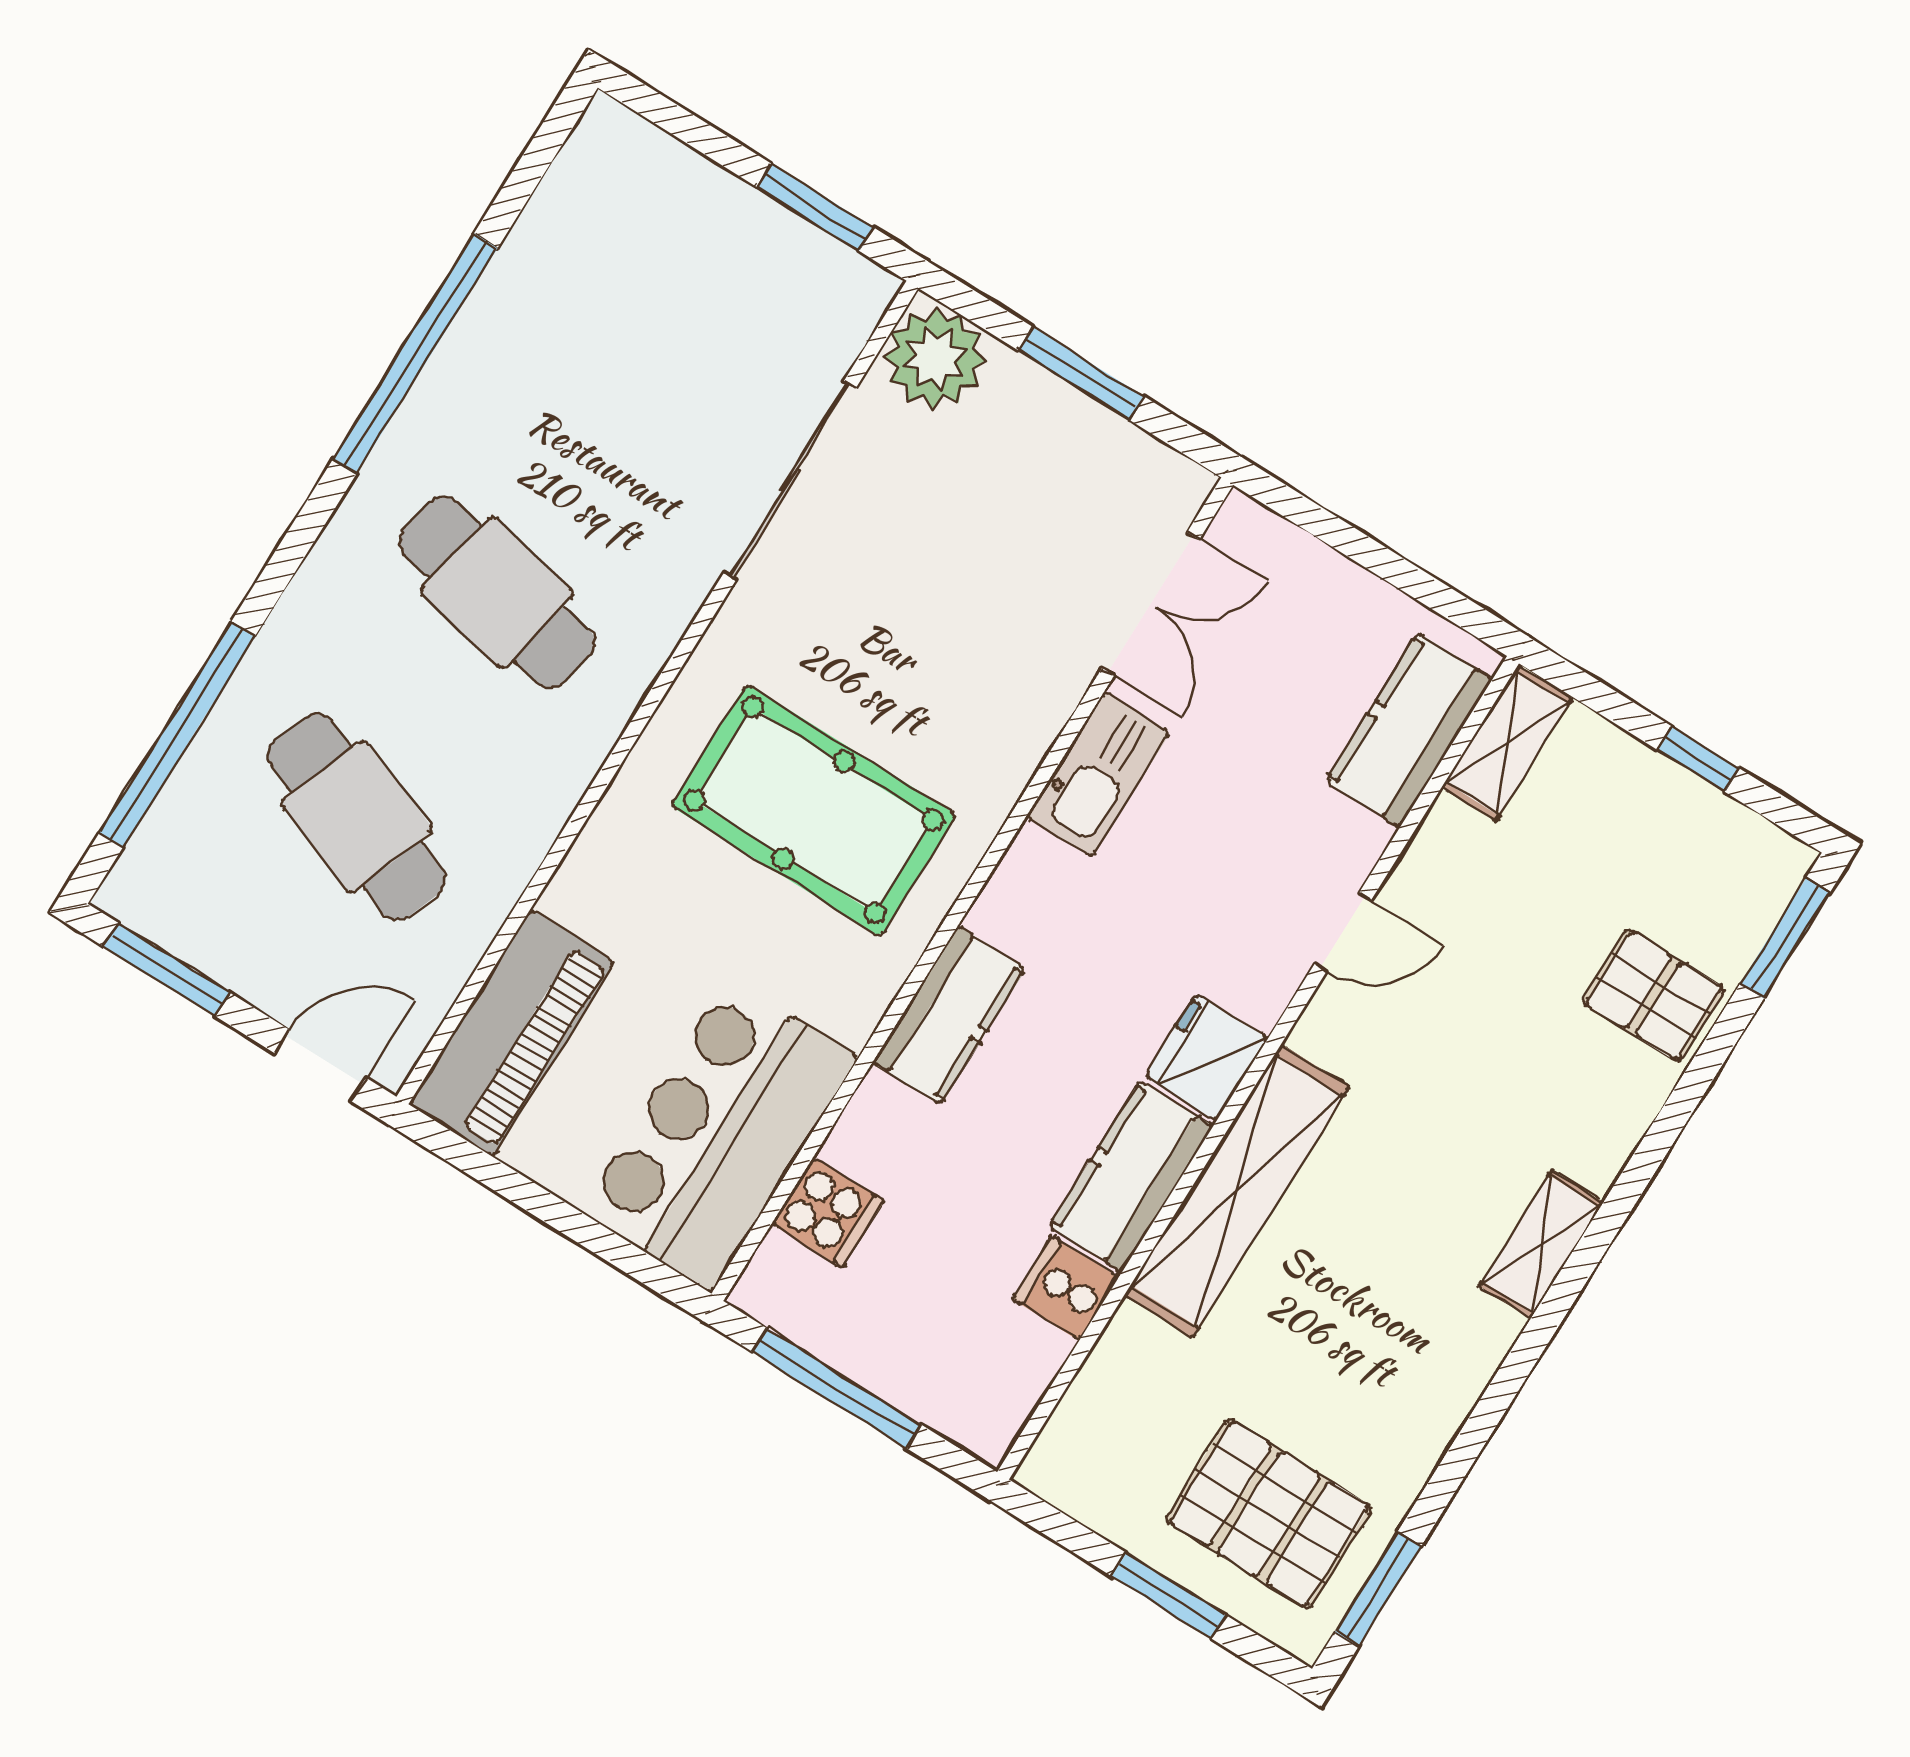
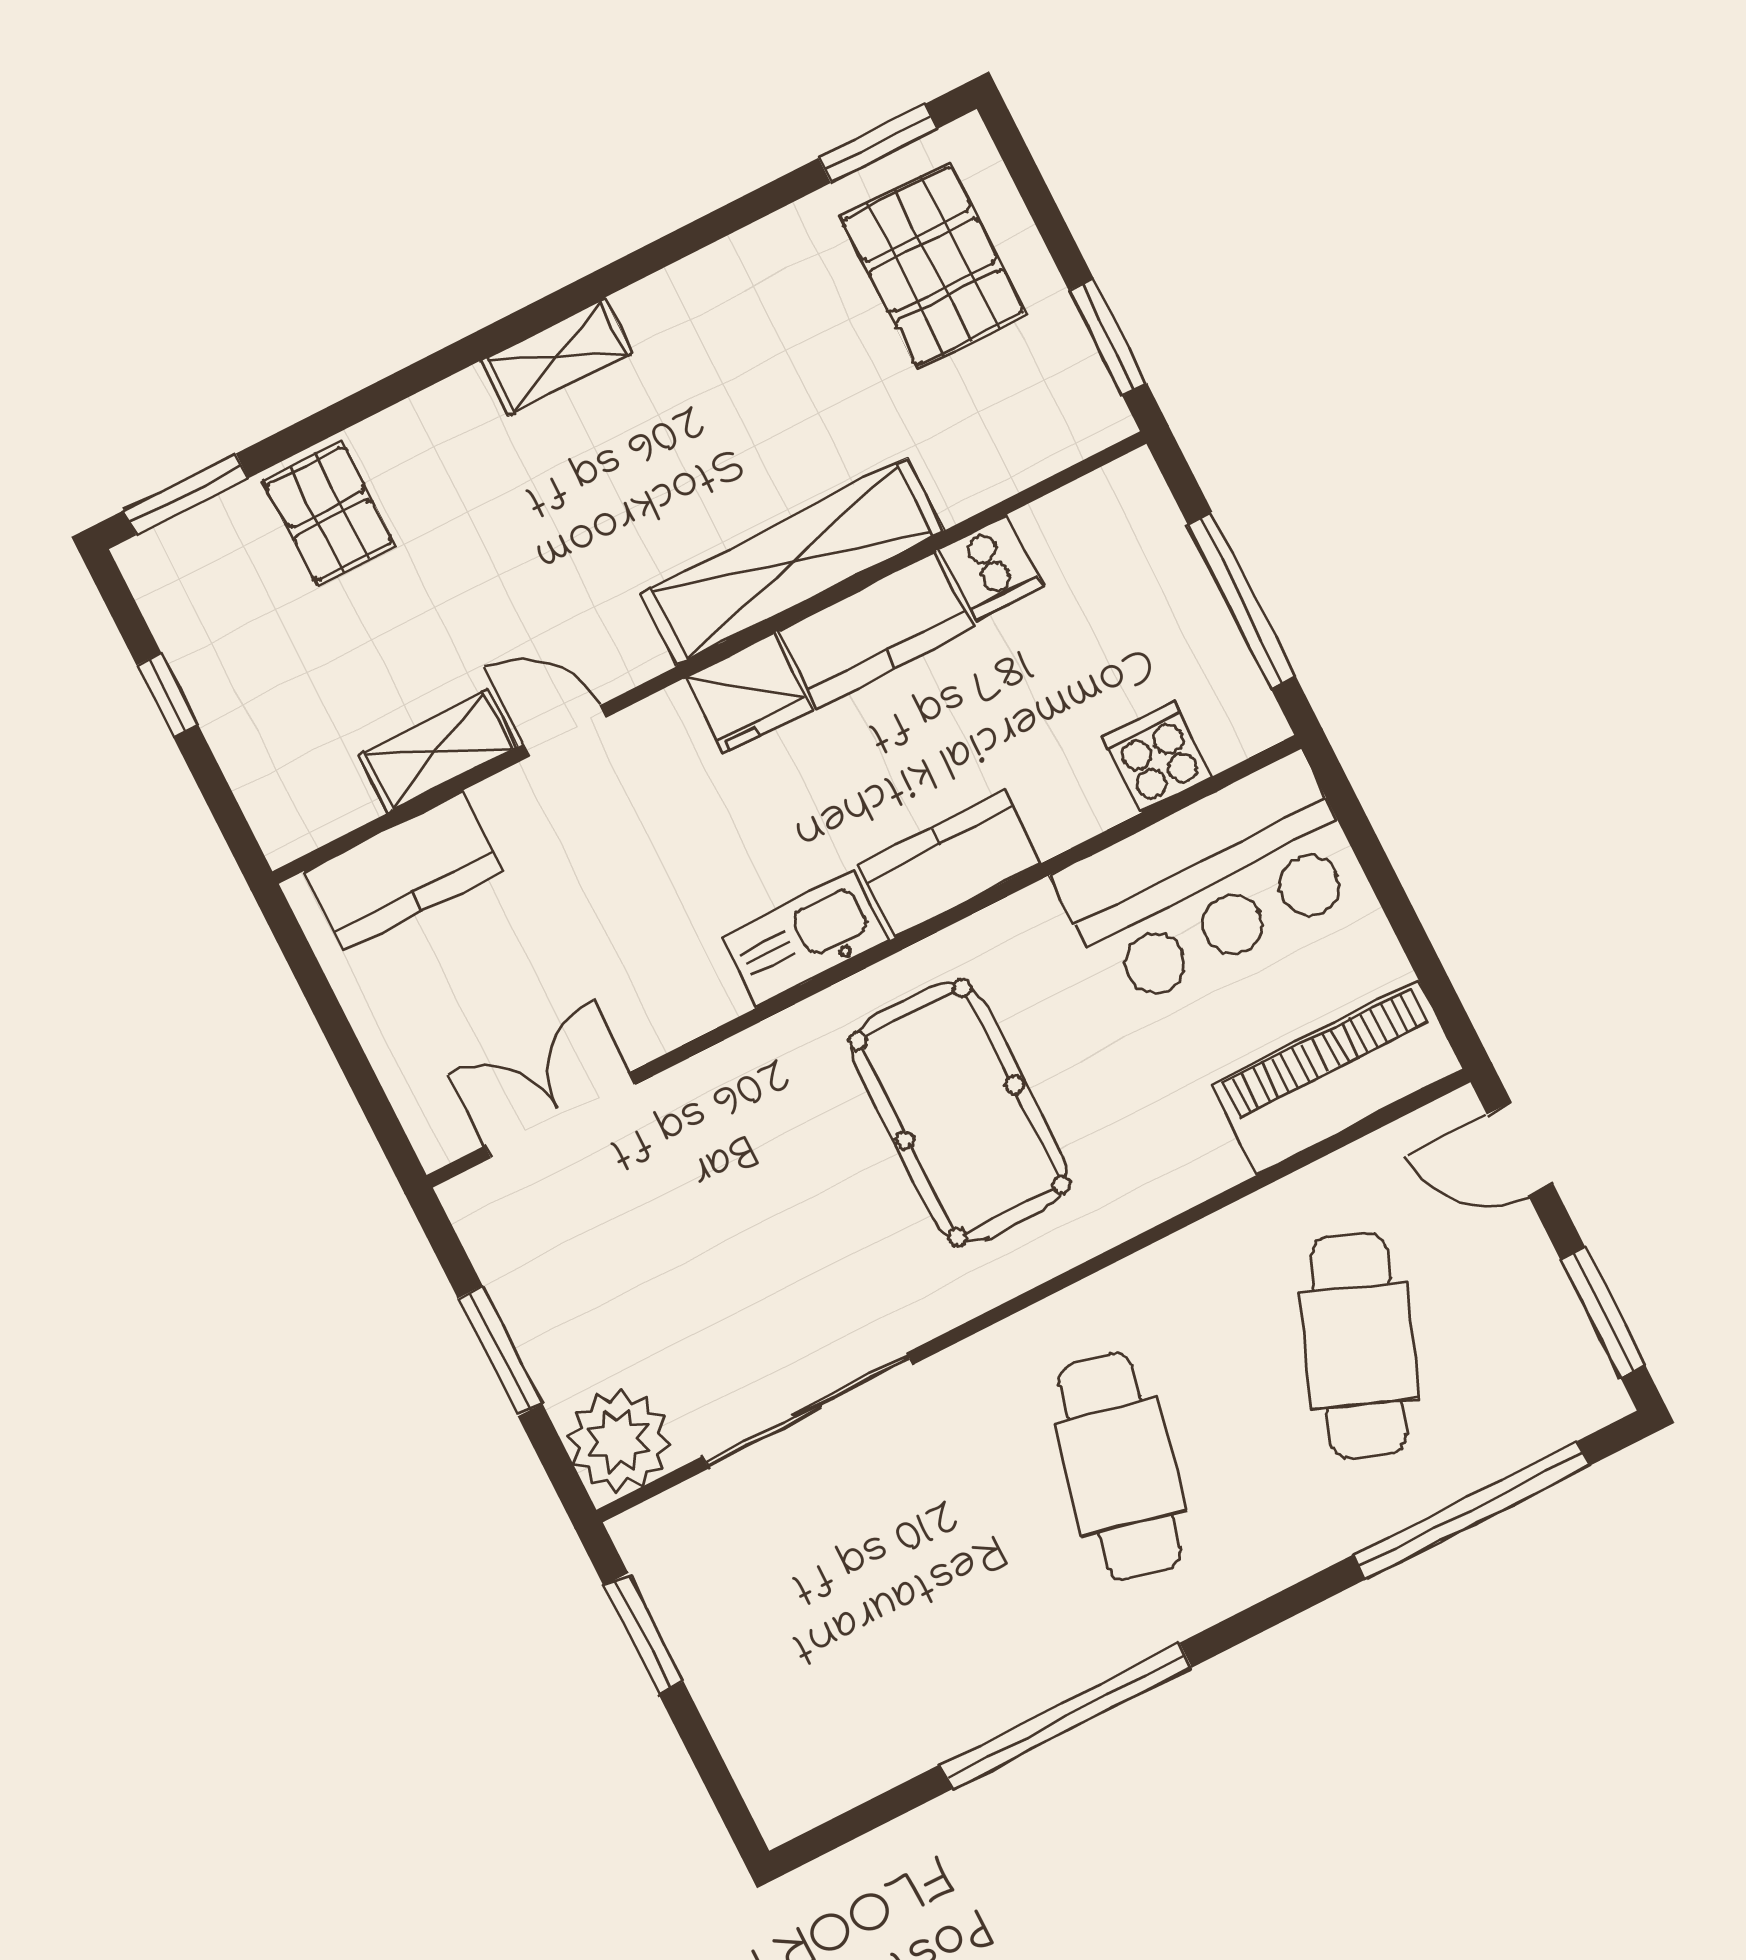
shelving: (1507, 743) -> (438, 751), moved
kitchen sink: (1098, 774) -> (805, 939), moved
window: (1168, 1596) -> (1108, 337), moved

